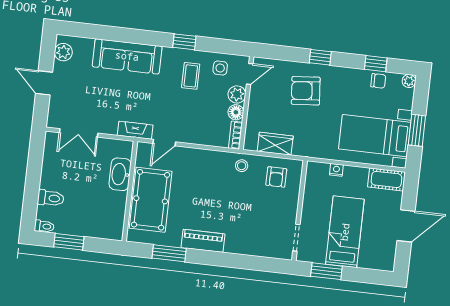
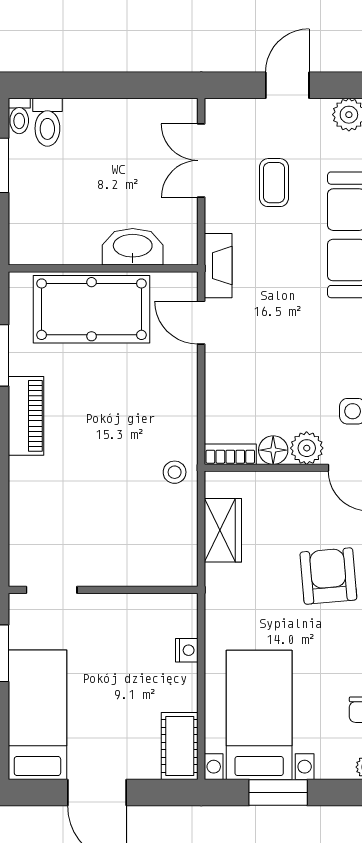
coffee table: (191, 76) -> (274, 183), moved, turned 90
armchair: (276, 177) -> (161, 539), removed
toilet: (51, 198) -> (47, 122), moved
bed: (345, 232) -> (37, 715), moved, turned -90

